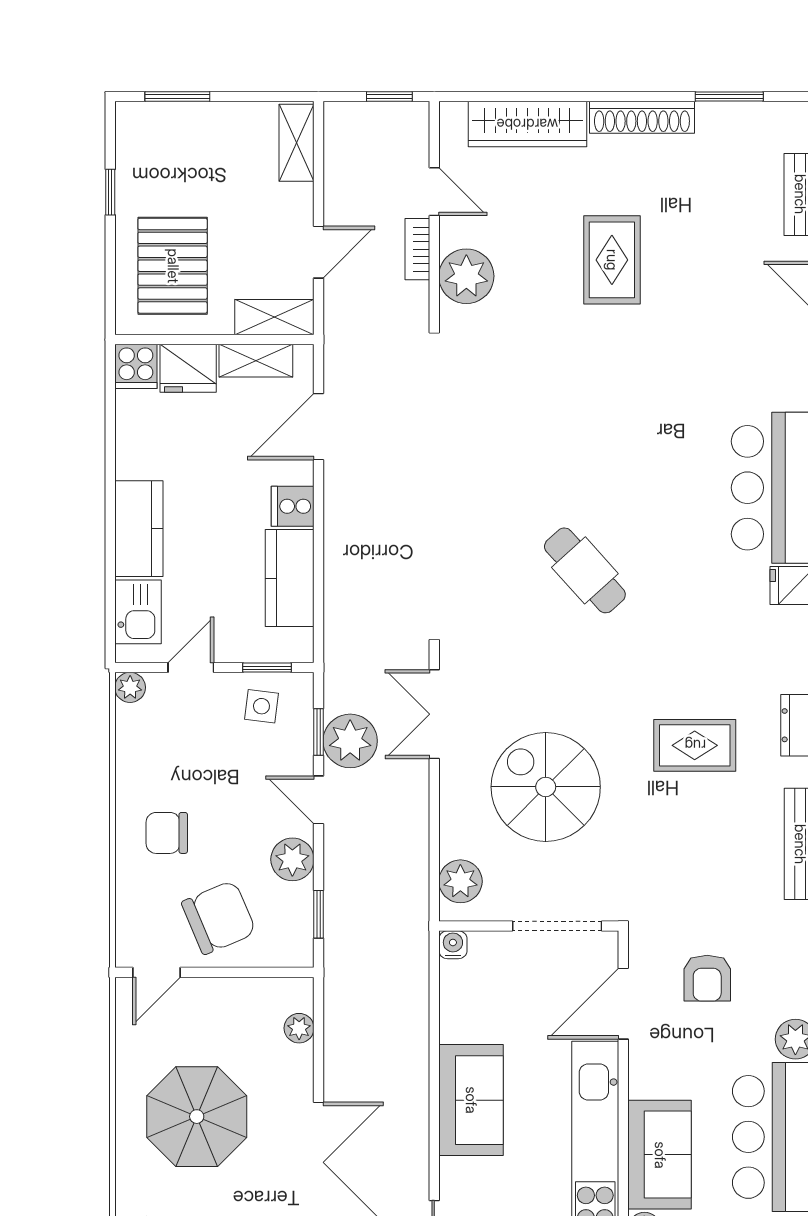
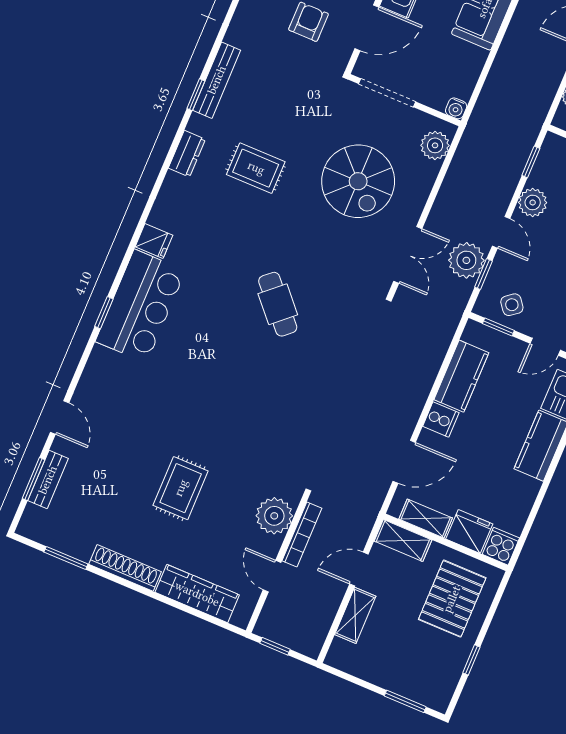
shelving: (297, 143) -> (355, 615), moved
bookcase: (417, 249) -> (302, 535), width x1.56
side table: (261, 706) -> (512, 305), turned 45

